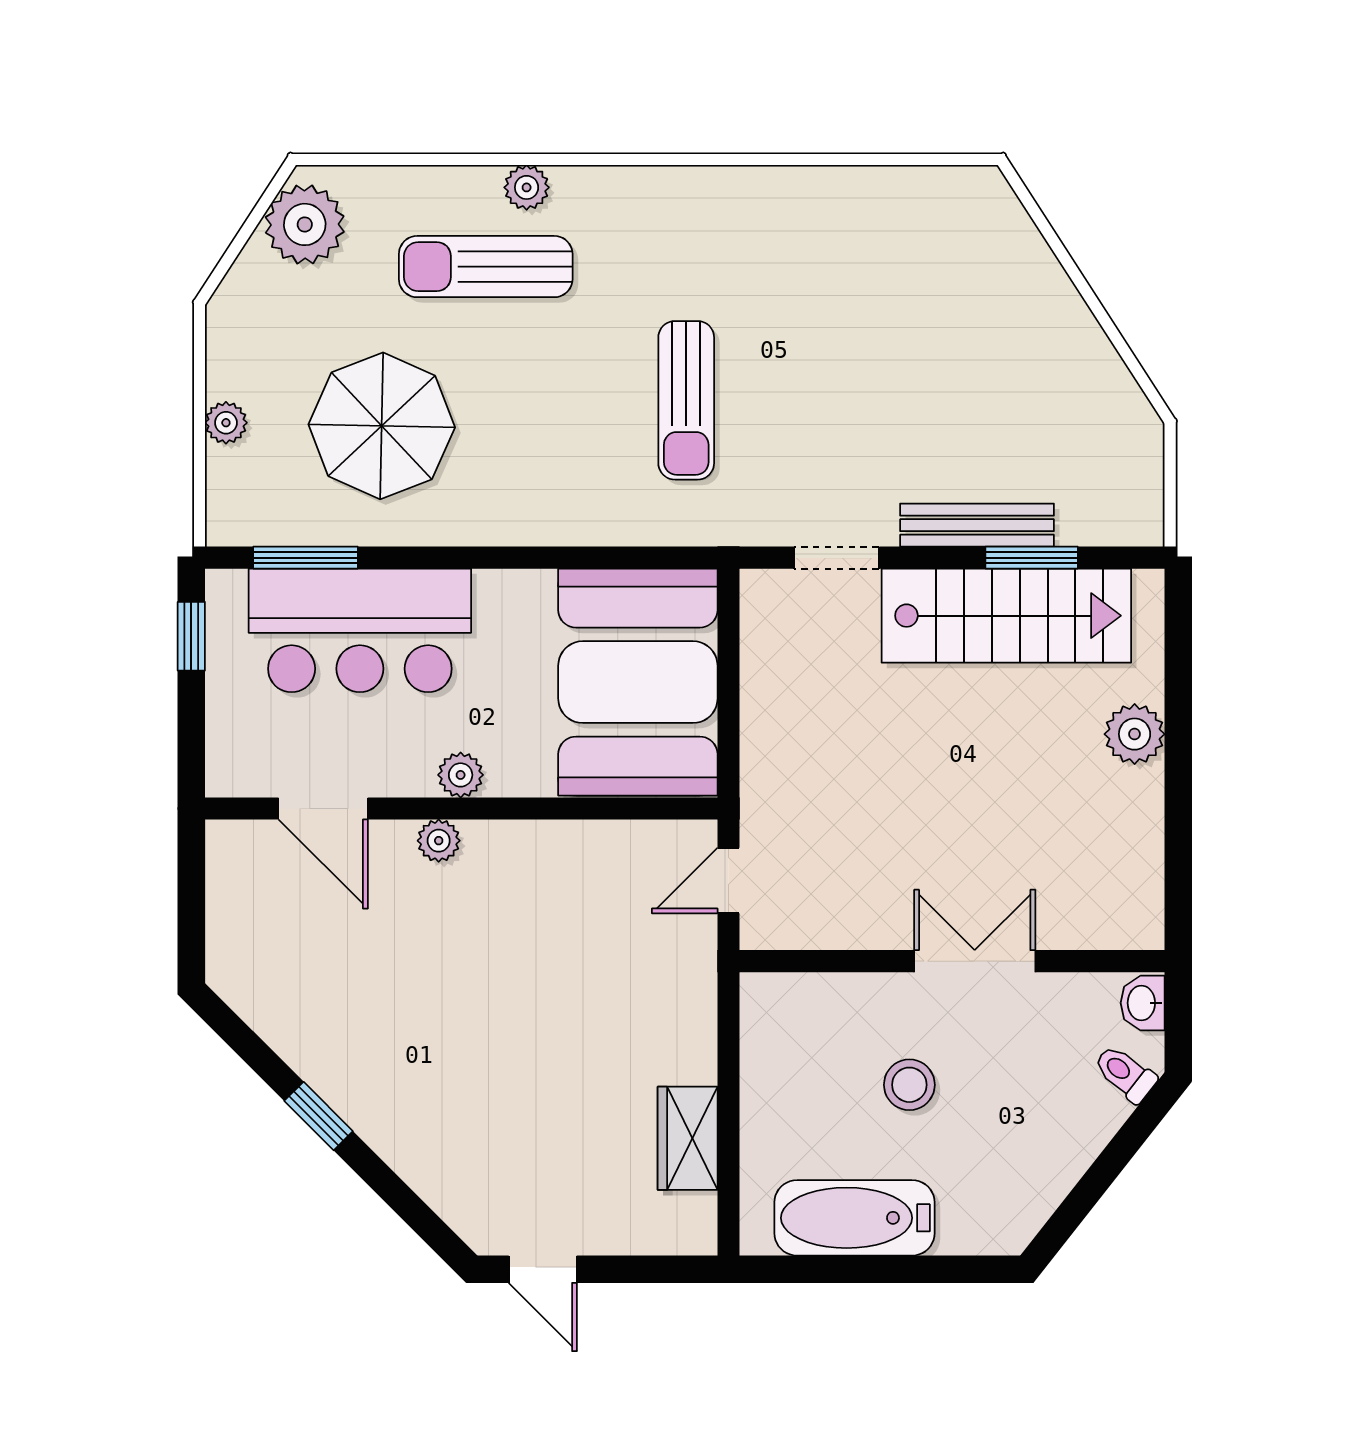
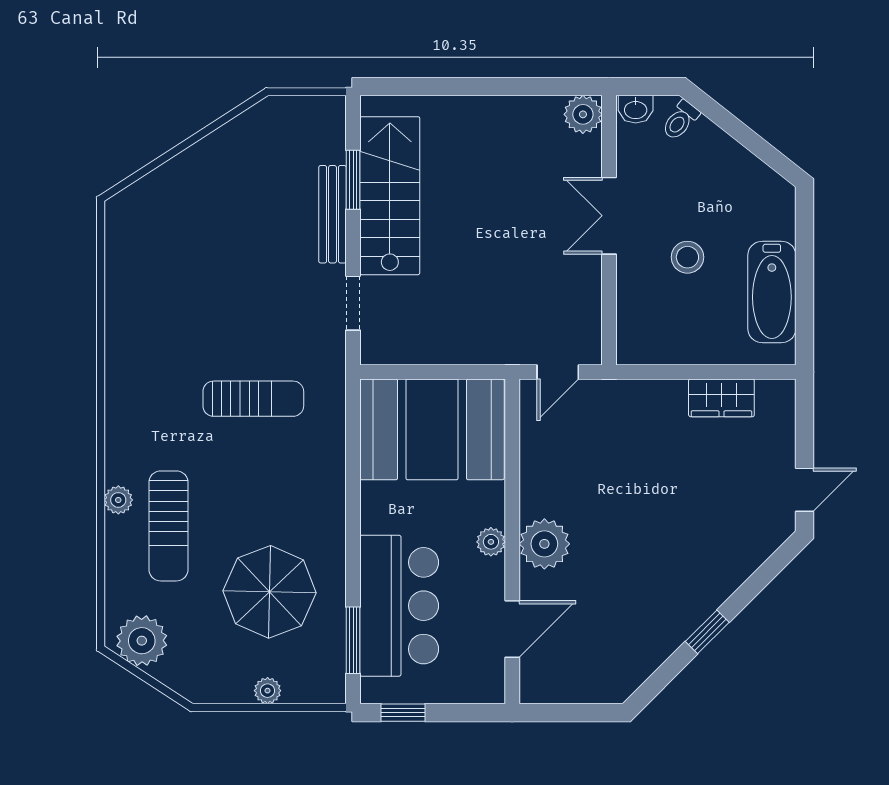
plant: (1135, 734) -> (583, 114), moved
plant: (439, 841) -> (544, 544), width x1.88, depth x1.88
door: (728, 880) -> (558, 372), hinge flipped

